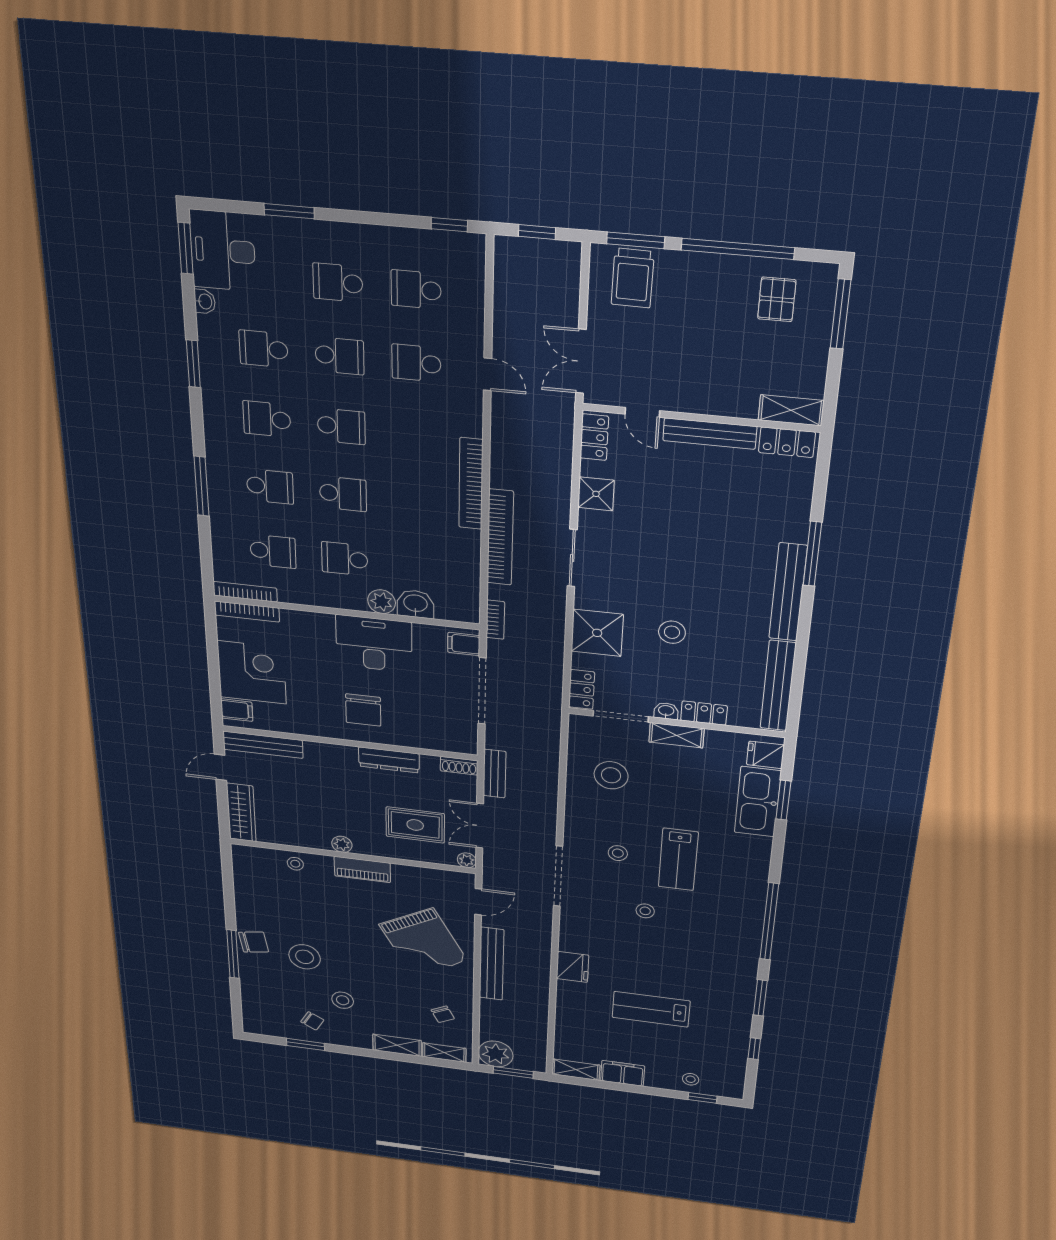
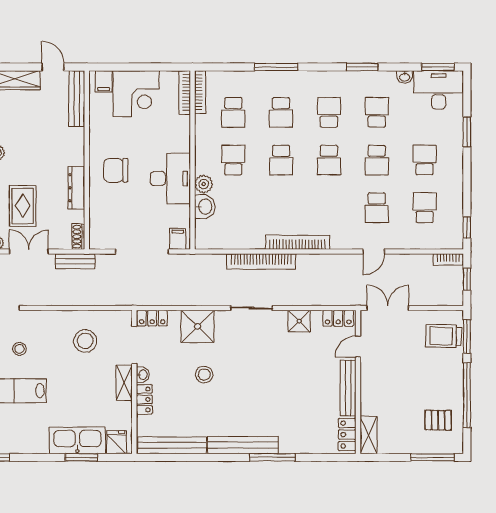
school desk: (416, 363) -> (377, 208), turned 180
bookcase: (495, 620) -> (448, 260), moved

